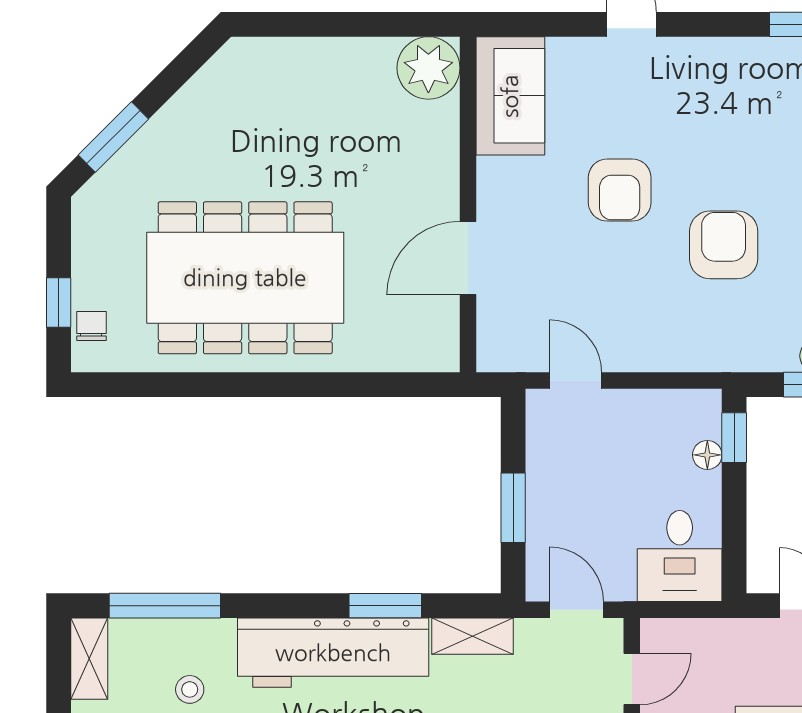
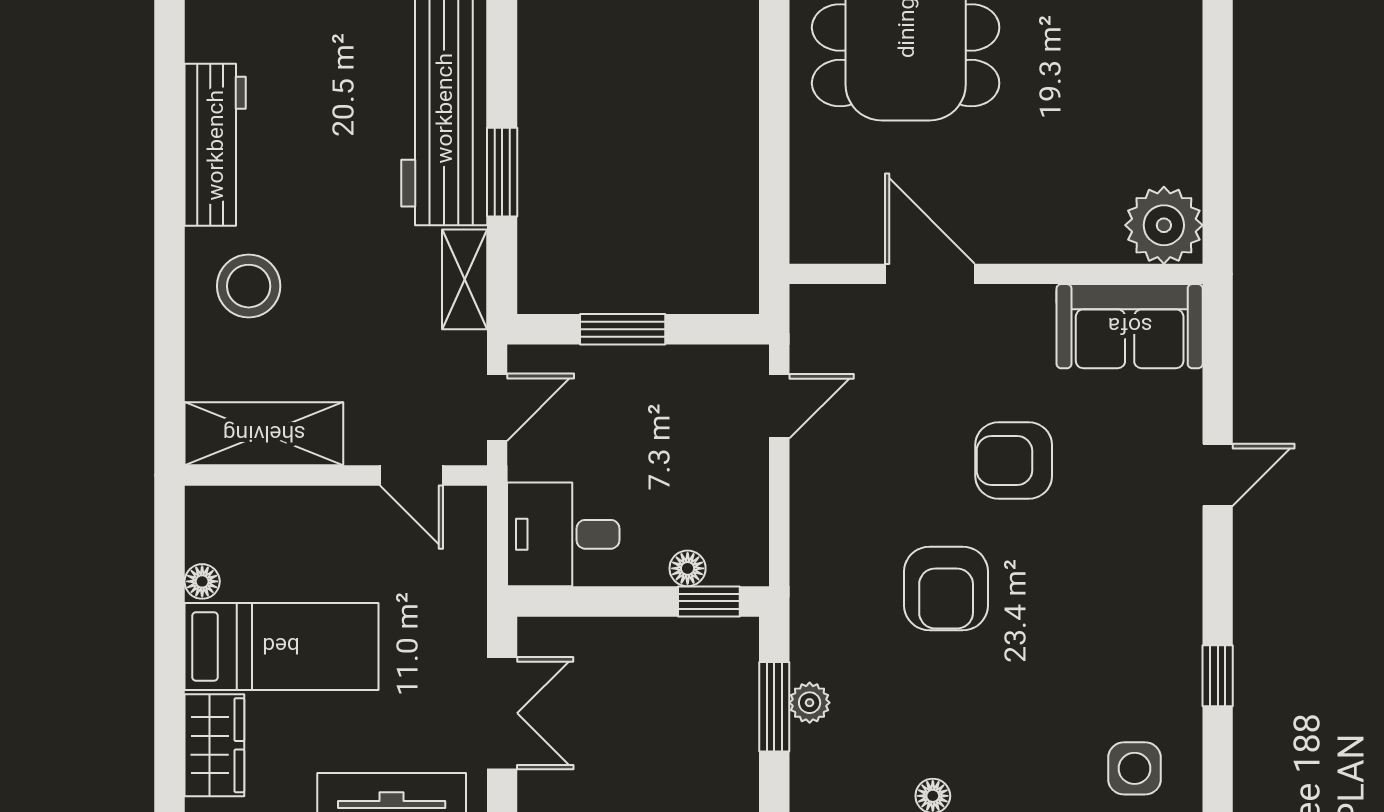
armchair: (724, 245) -> (946, 588), turned 90

